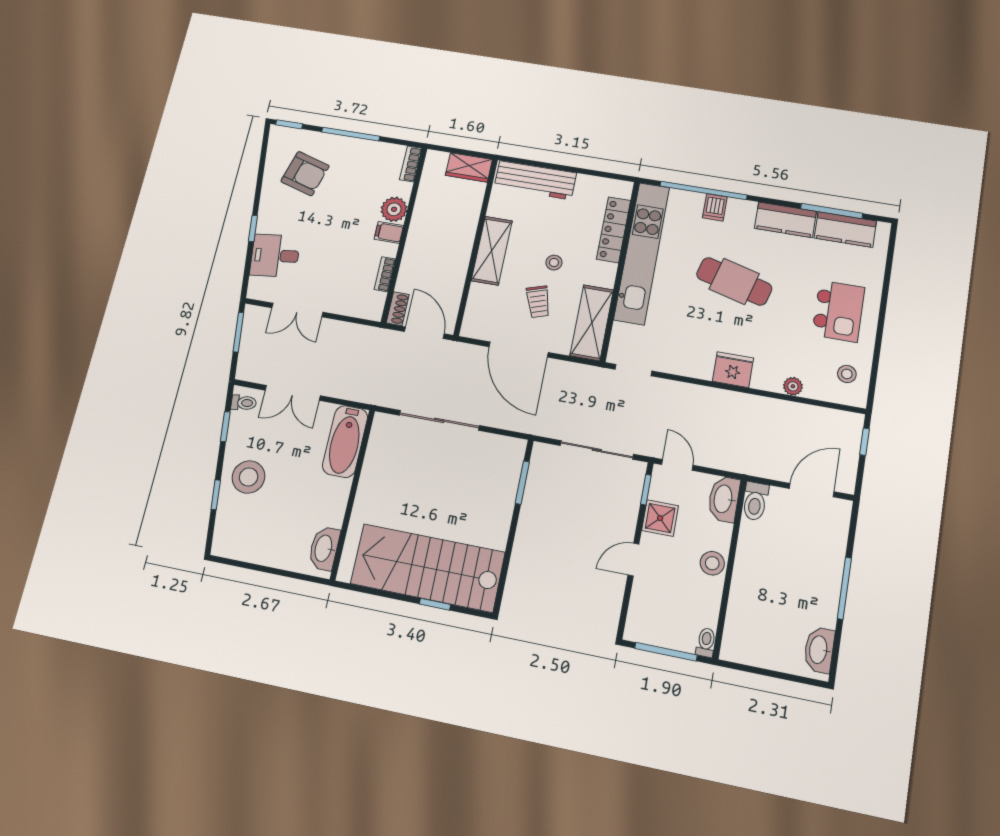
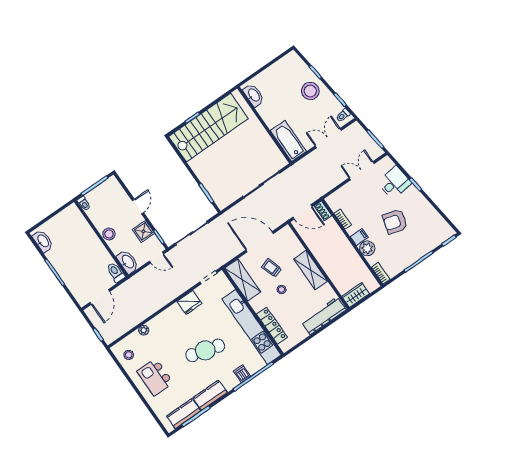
armchair: (305, 174) -> (395, 222), moved
fridge: (733, 370) -> (189, 302), moved

